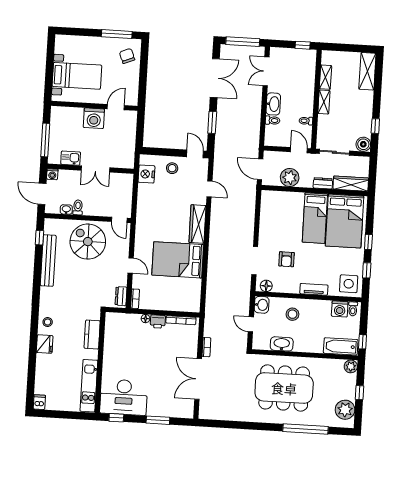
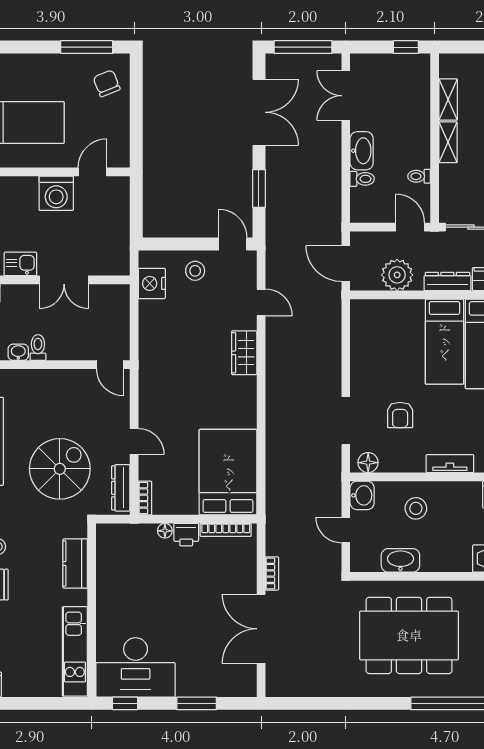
dresser: (323, 183) -> (447, 281), width x1.44
wardrobe: (197, 224) -> (244, 353), width x0.67
spiral stairs: (88, 242) -> (60, 469), moved, turned 90
bed: (178, 260) -> (228, 472), moved, turned 90
dresser: (121, 296) -> (121, 488), width x1.44

